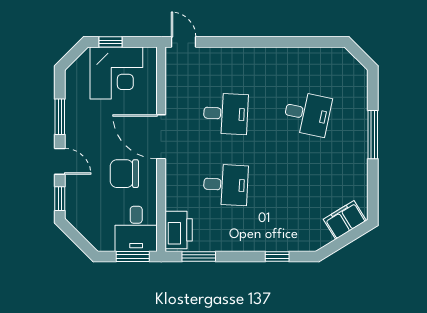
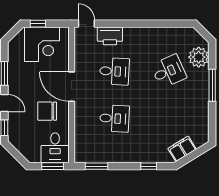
plant: (353, 92) -> (199, 57), added
desk: (307, 114) -> (169, 71), turned -36
filing cabinet: (345, 220) -> (182, 149), moved
printer: (179, 230) -> (110, 36), moved, turned 90

